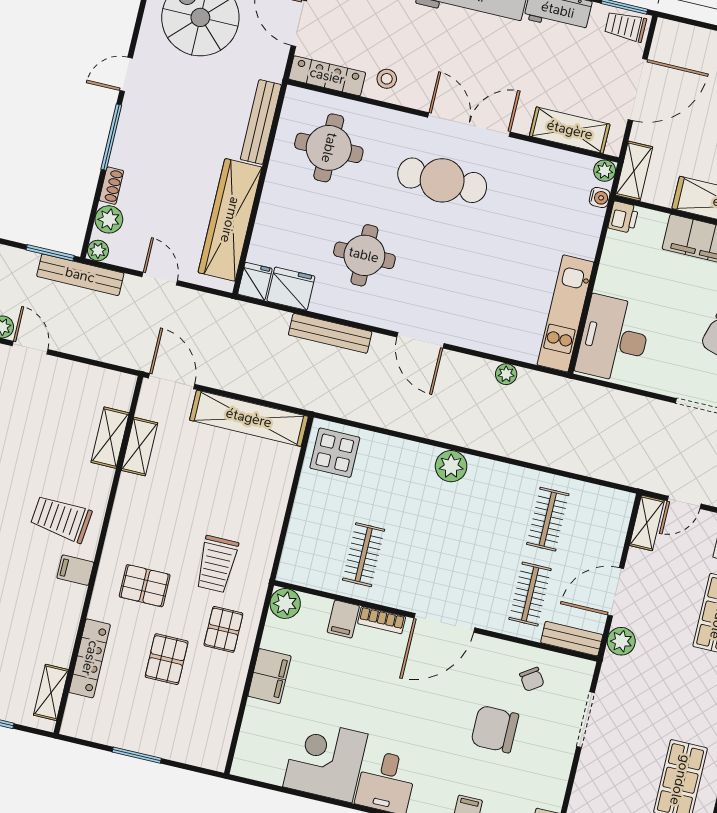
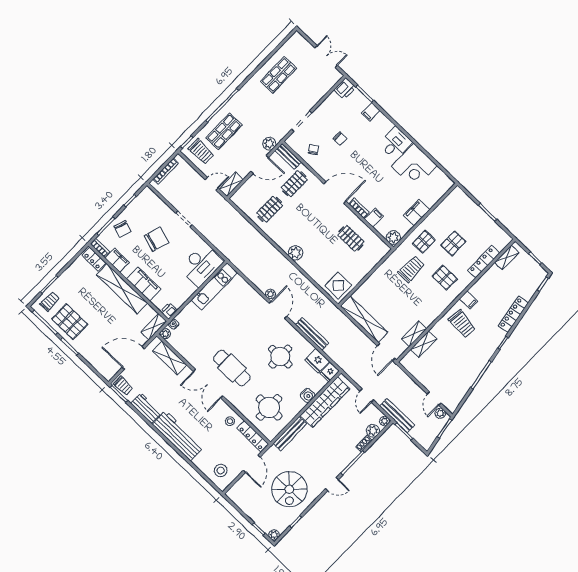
water cooler: (270, 213) -> (308, 395), added
plant: (506, 374) -> (270, 294), moved
clothes rail: (364, 555) -> (351, 238), turned 90
chair: (495, 729) -> (340, 139), width x0.54, depth x0.54

